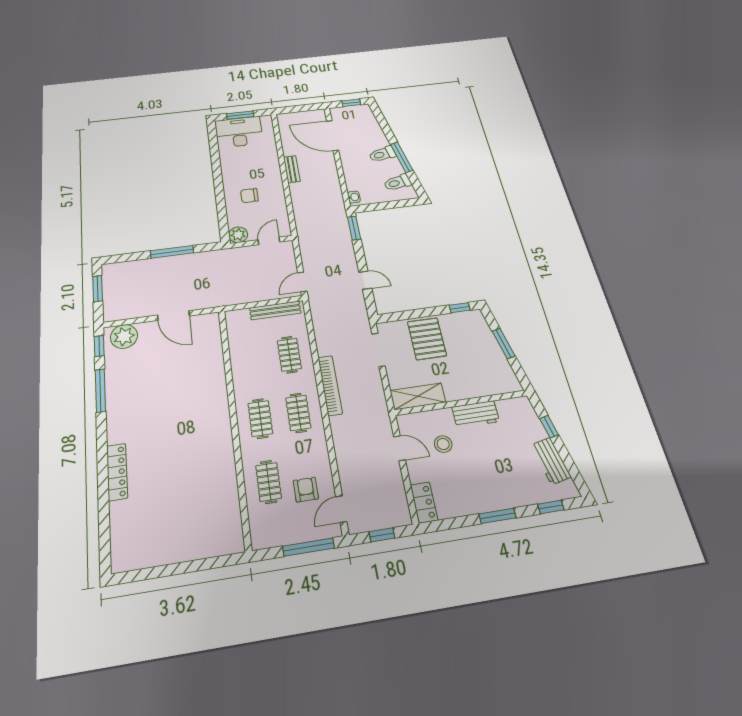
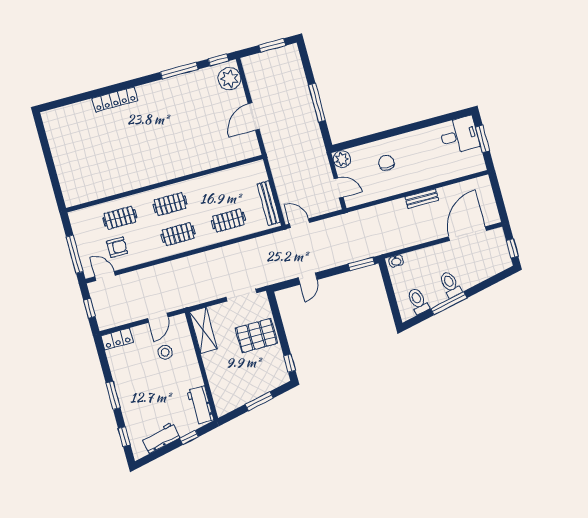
desk: (239, 132) -> (459, 135), width x0.73
bookcase: (330, 385) -> (205, 257), removed
workbench: (476, 414) -> (200, 405), moved

